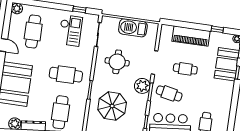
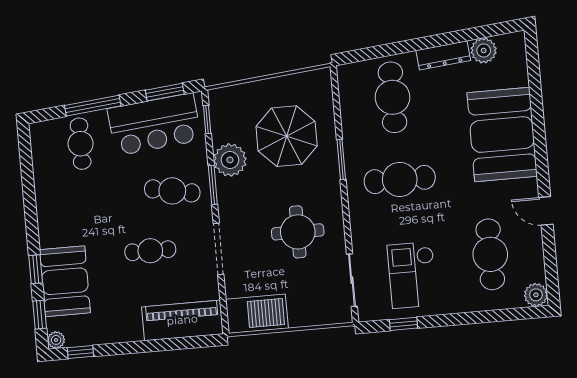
barbecue: (133, 28) -> (257, 314), moved
window: (217, 29) -> (80, 352), moved
piano: (191, 36) -> (182, 320), moved
plant: (142, 86) -> (230, 160), moved

